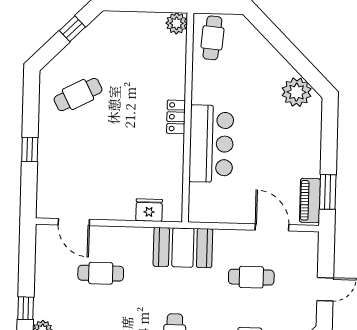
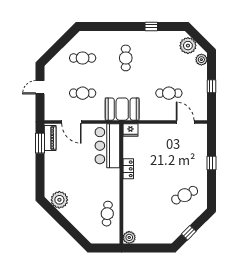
cafe table: (212, 38) -> (107, 214), moved
locker: (176, 117) -> (128, 169), moved
bar counter: (211, 144) -> (107, 146), moved
fridge: (149, 210) -> (130, 130), moved
window: (26, 308) -> (211, 86), moved

